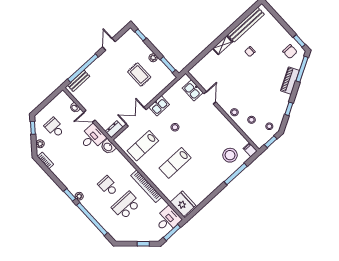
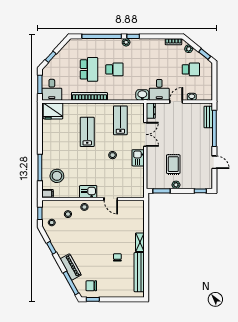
rug: (139, 74) -> (173, 164), turned 90
kitchen sink: (193, 90) -> (88, 192), moved

